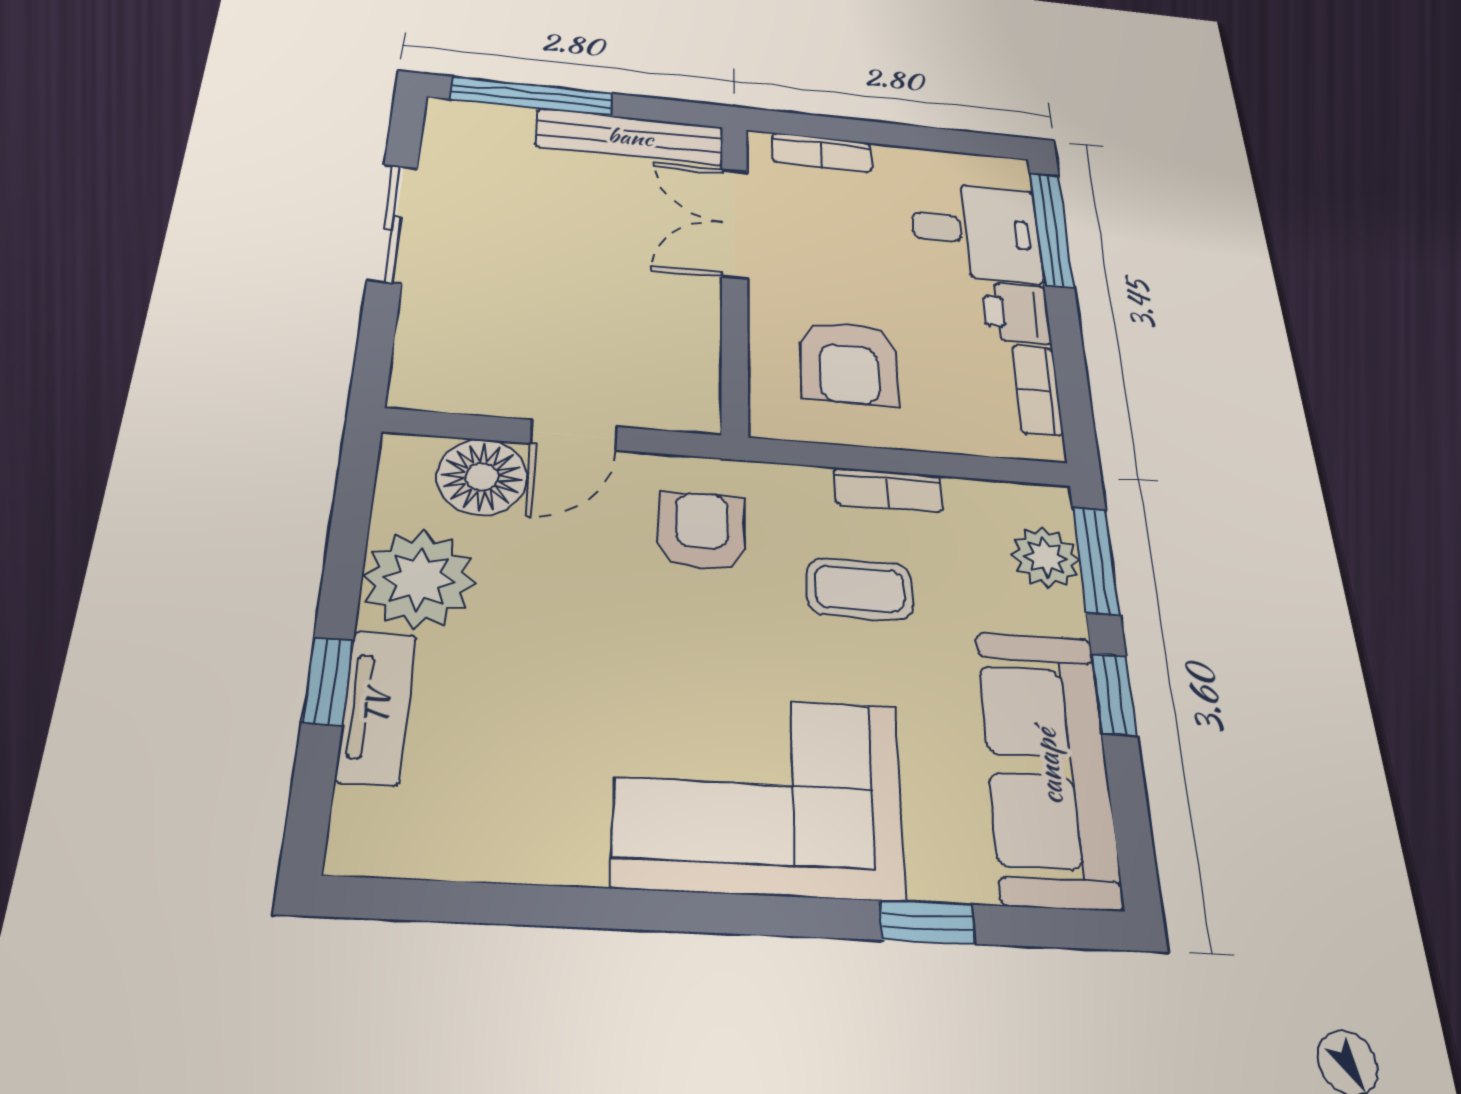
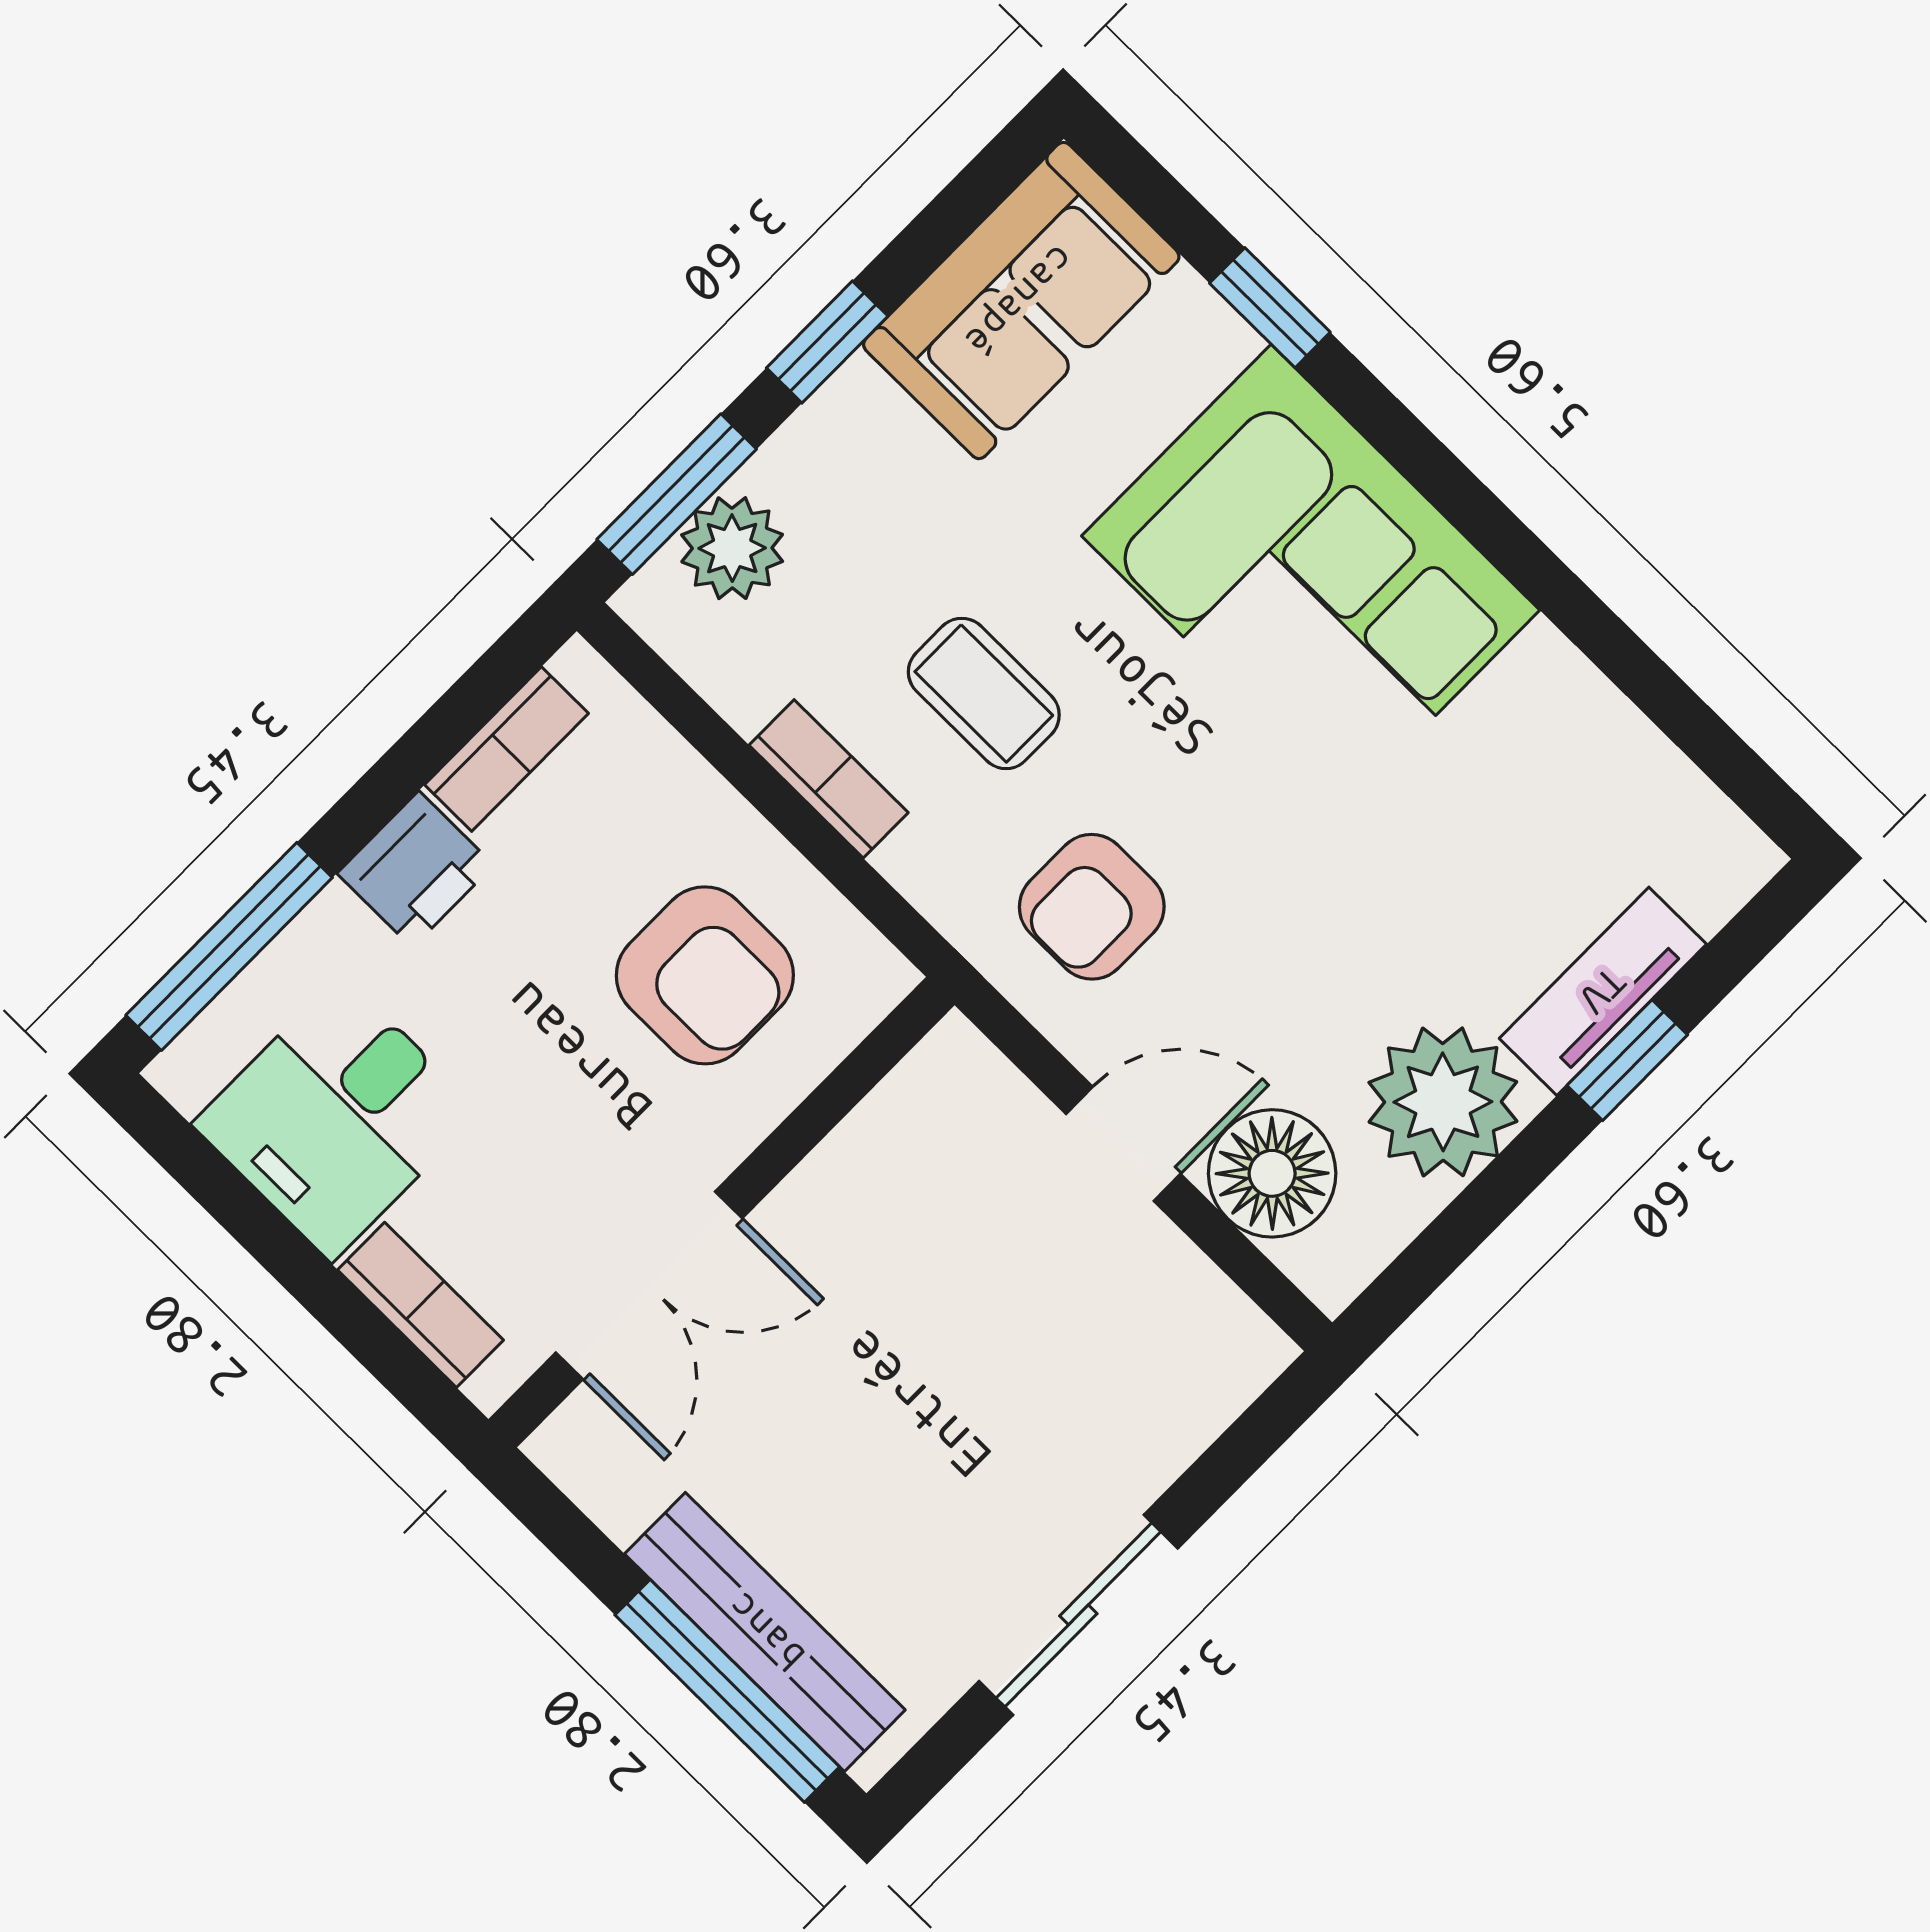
bench: (630, 137) -> (765, 1632), moved
desk: (976, 231) -> (336, 1118), moved, turned -90
armchair: (849, 363) -> (705, 975), turned 90
sofa: (1048, 766) -> (1021, 301), width x0.73

